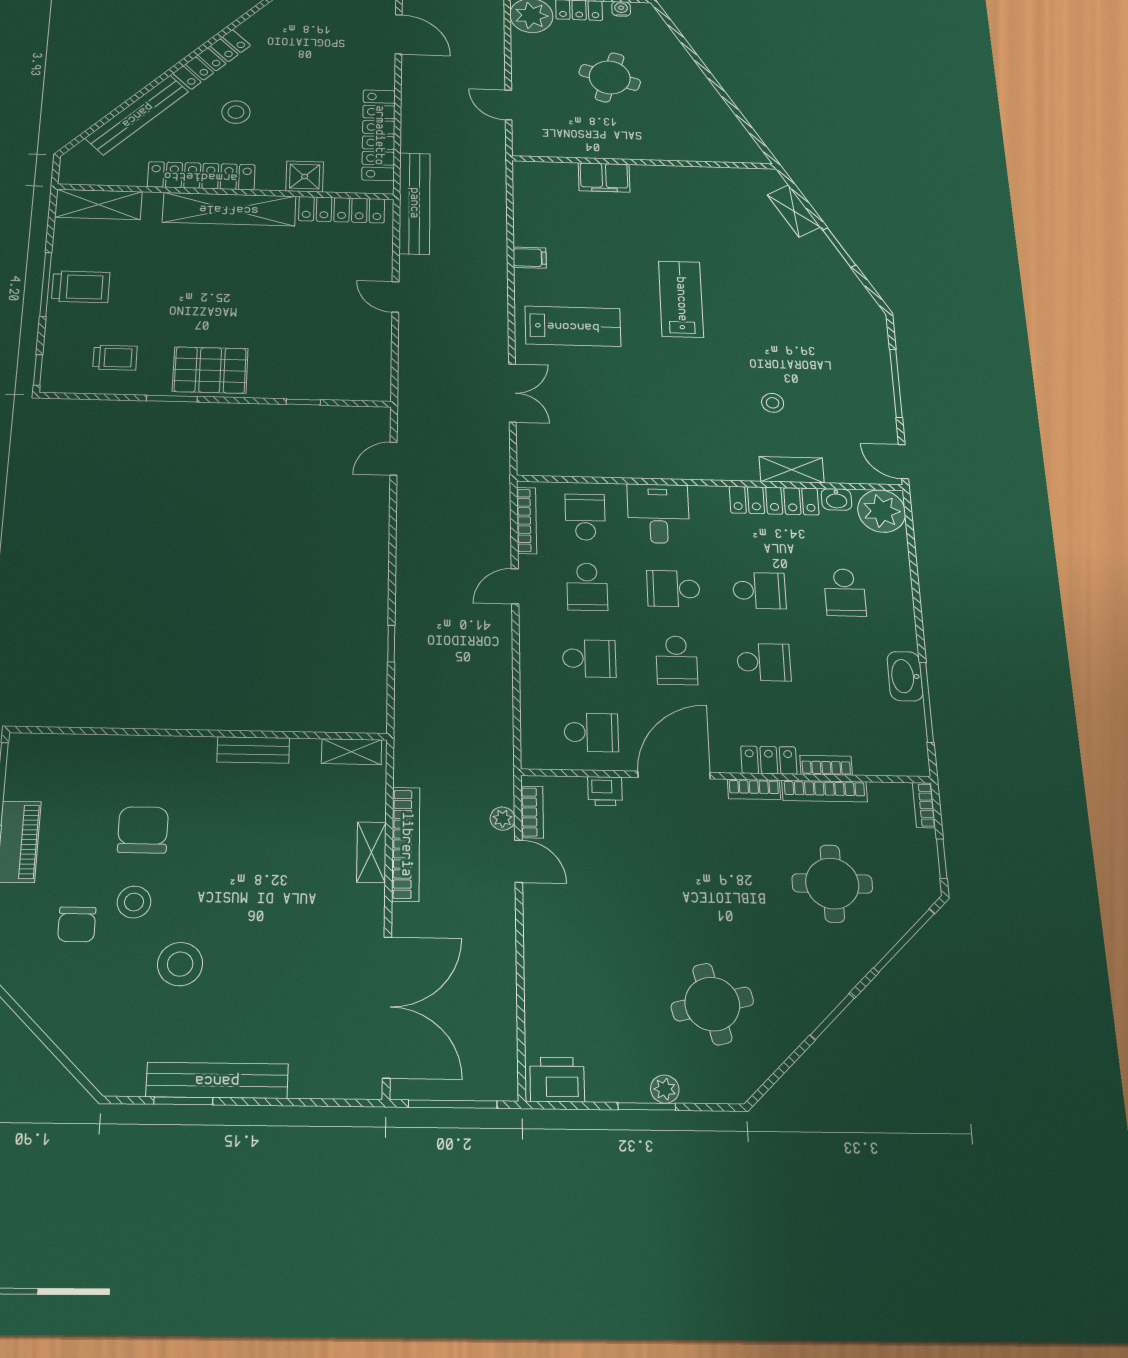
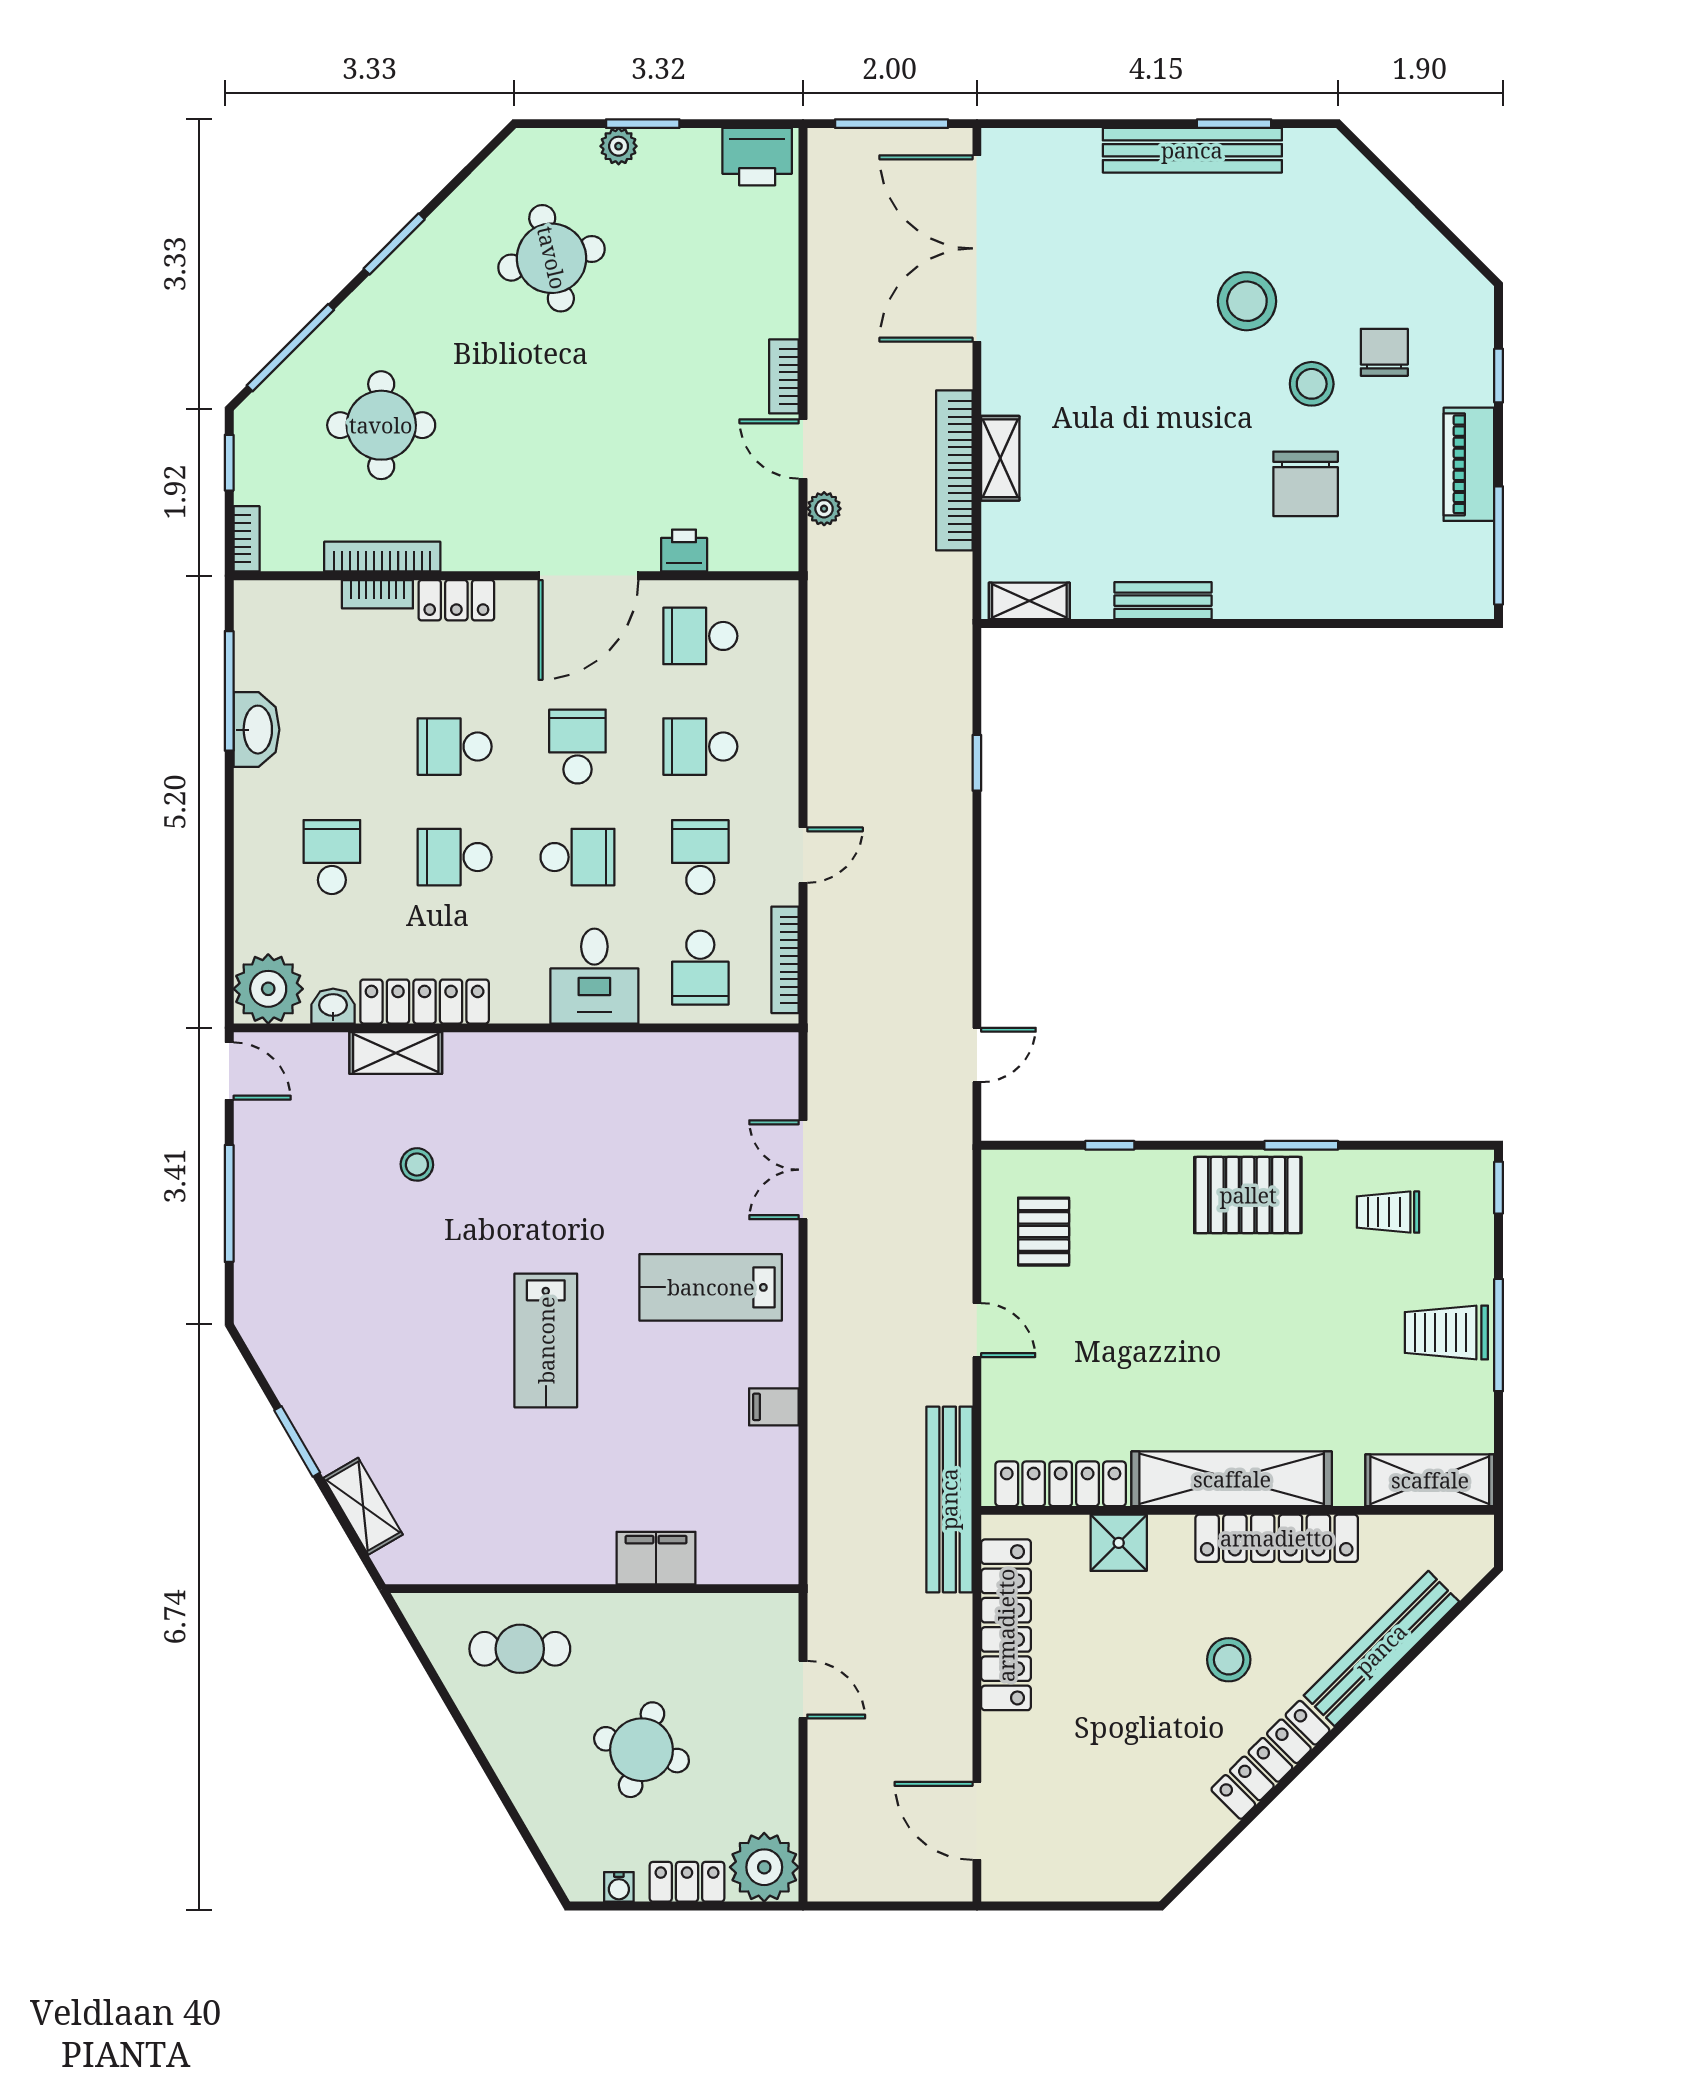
cafe table: (689, 132) -> (520, 1649), added
pallet: (350, 352) -> (1044, 1232), added
bookcase: (754, 789) -> (479, 557), removed
bookcase: (532, 812) -> (784, 376), moved

